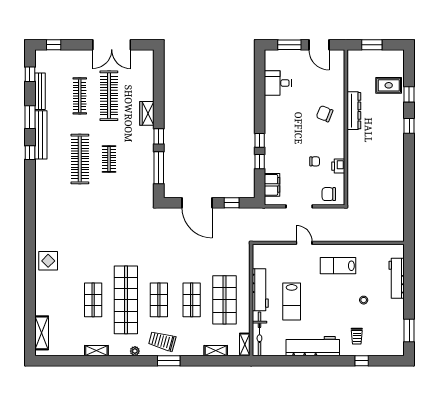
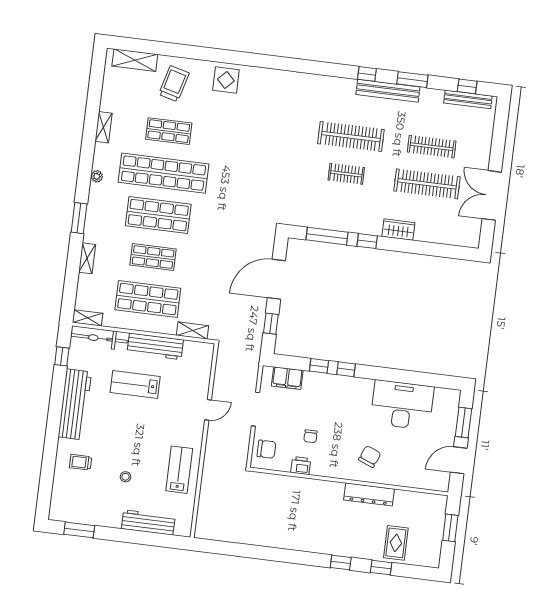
window: (54, 45) -> (501, 121), removed
desk: (278, 83) -> (402, 405), width x1.87, depth x1.30
bench: (40, 91) -> (468, 99), moved
chair: (329, 194) -> (266, 449), turned 90
shelving: (245, 263) -> (192, 331), added
lab bench: (338, 266) -> (179, 470), moved
shop shelf: (159, 300) -> (158, 215), width x1.43, depth x1.36
trolley: (162, 341) -> (174, 84), moved
shelving: (216, 351) -> (87, 258), moved
window: (362, 361) -> (62, 356), moved

